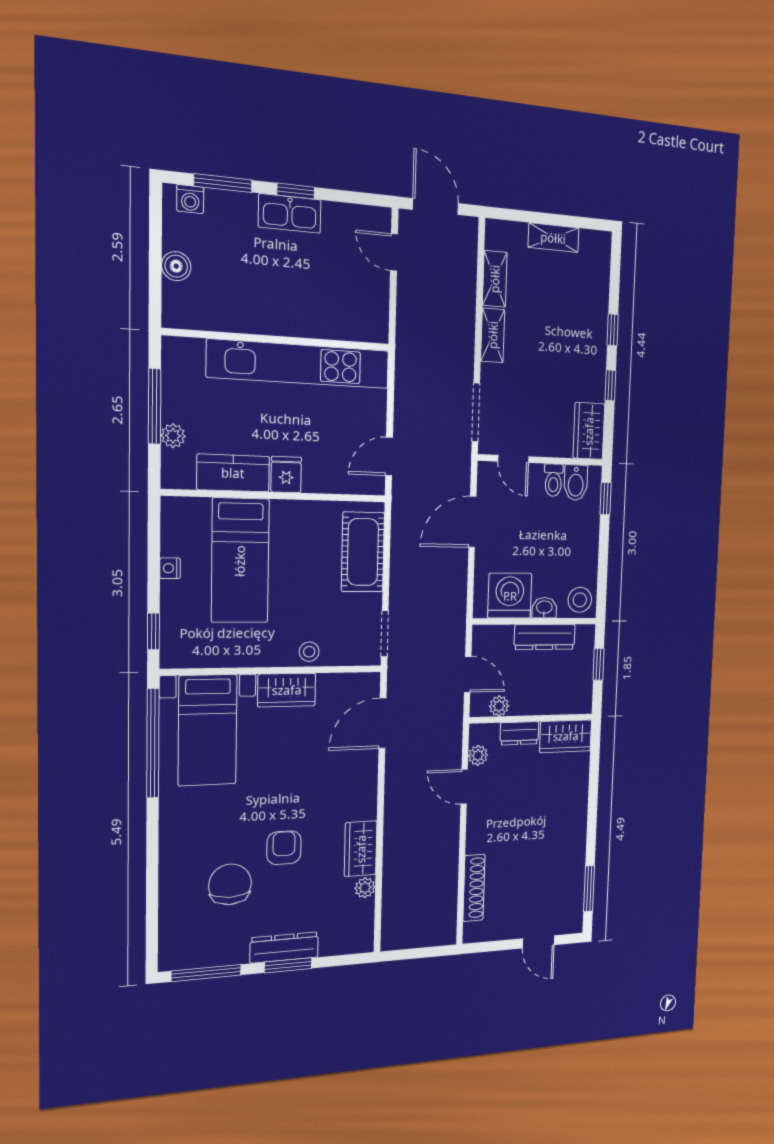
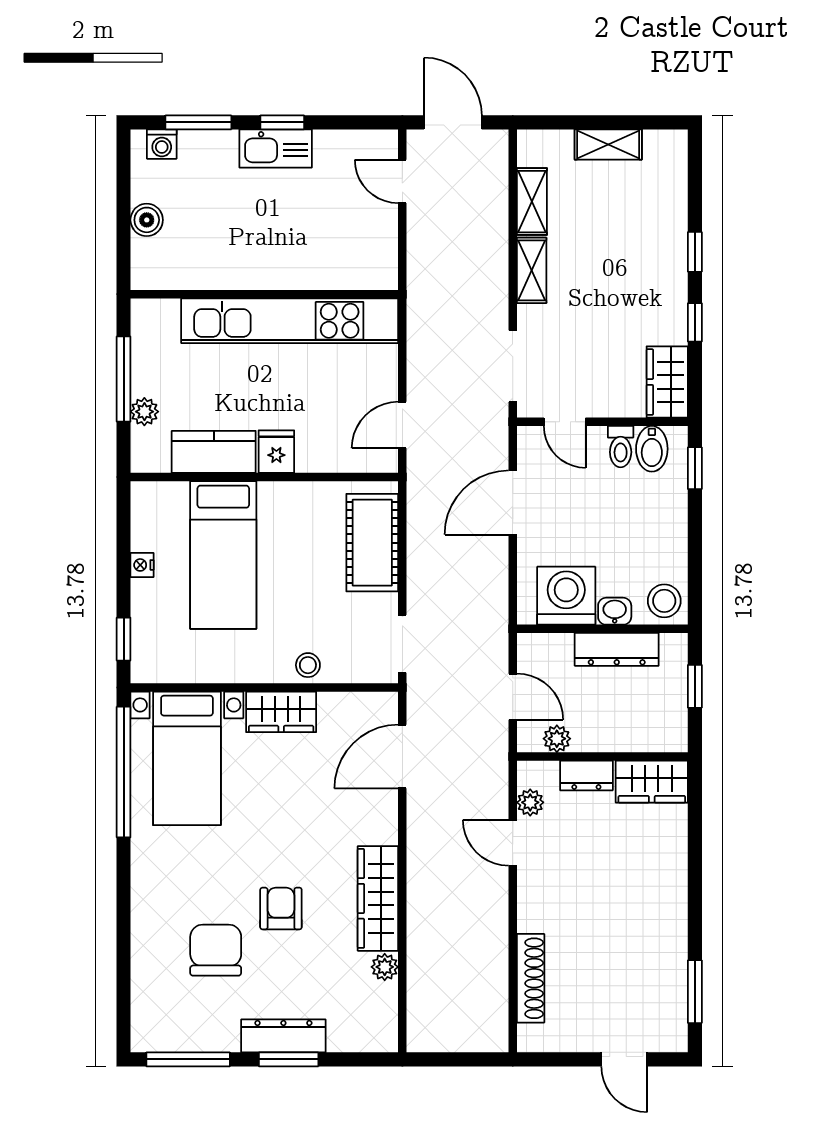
wardrobe: (361, 849) -> (378, 898), width x1.50

